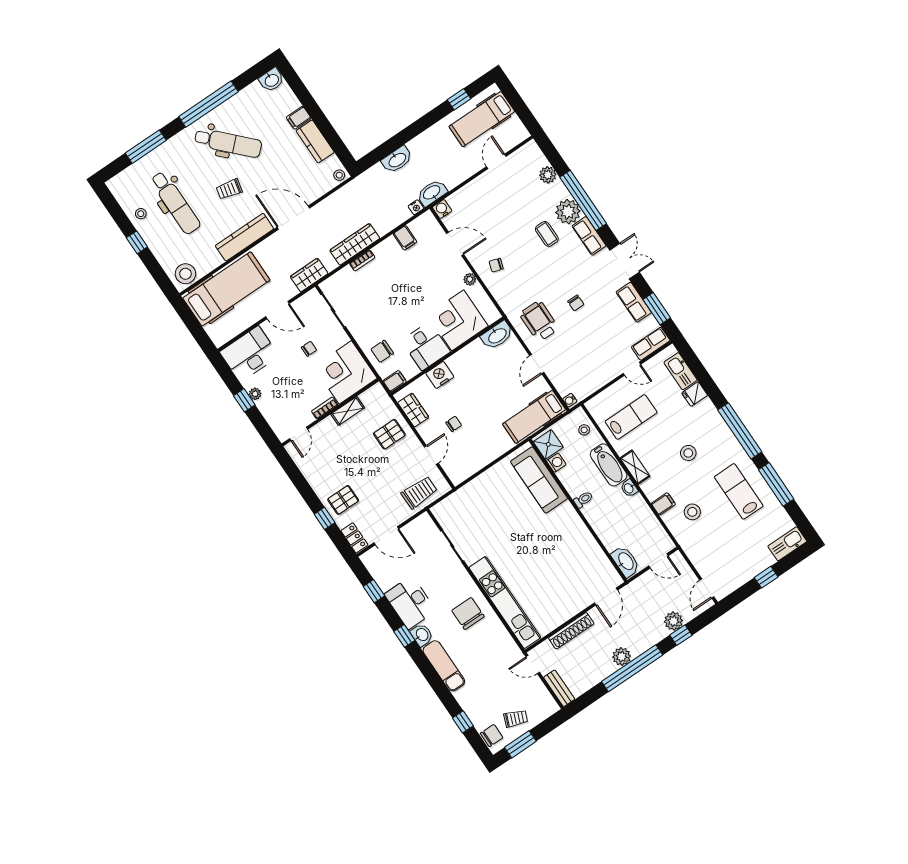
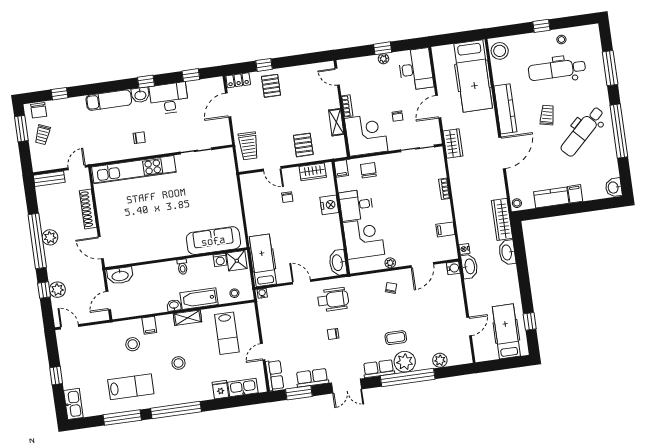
door: (496, 161) -> (469, 326), hinge flipped
wardrobe: (355, 244) -> (502, 219), moved, turned 180
chair: (468, 613) -> (139, 138), width x0.54, depth x0.54

